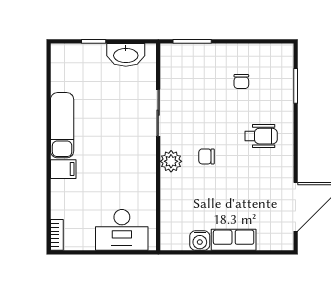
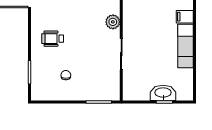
washbasin: (126, 55) -> (163, 93), moved
chair: (206, 156) -> (89, 25), removed

